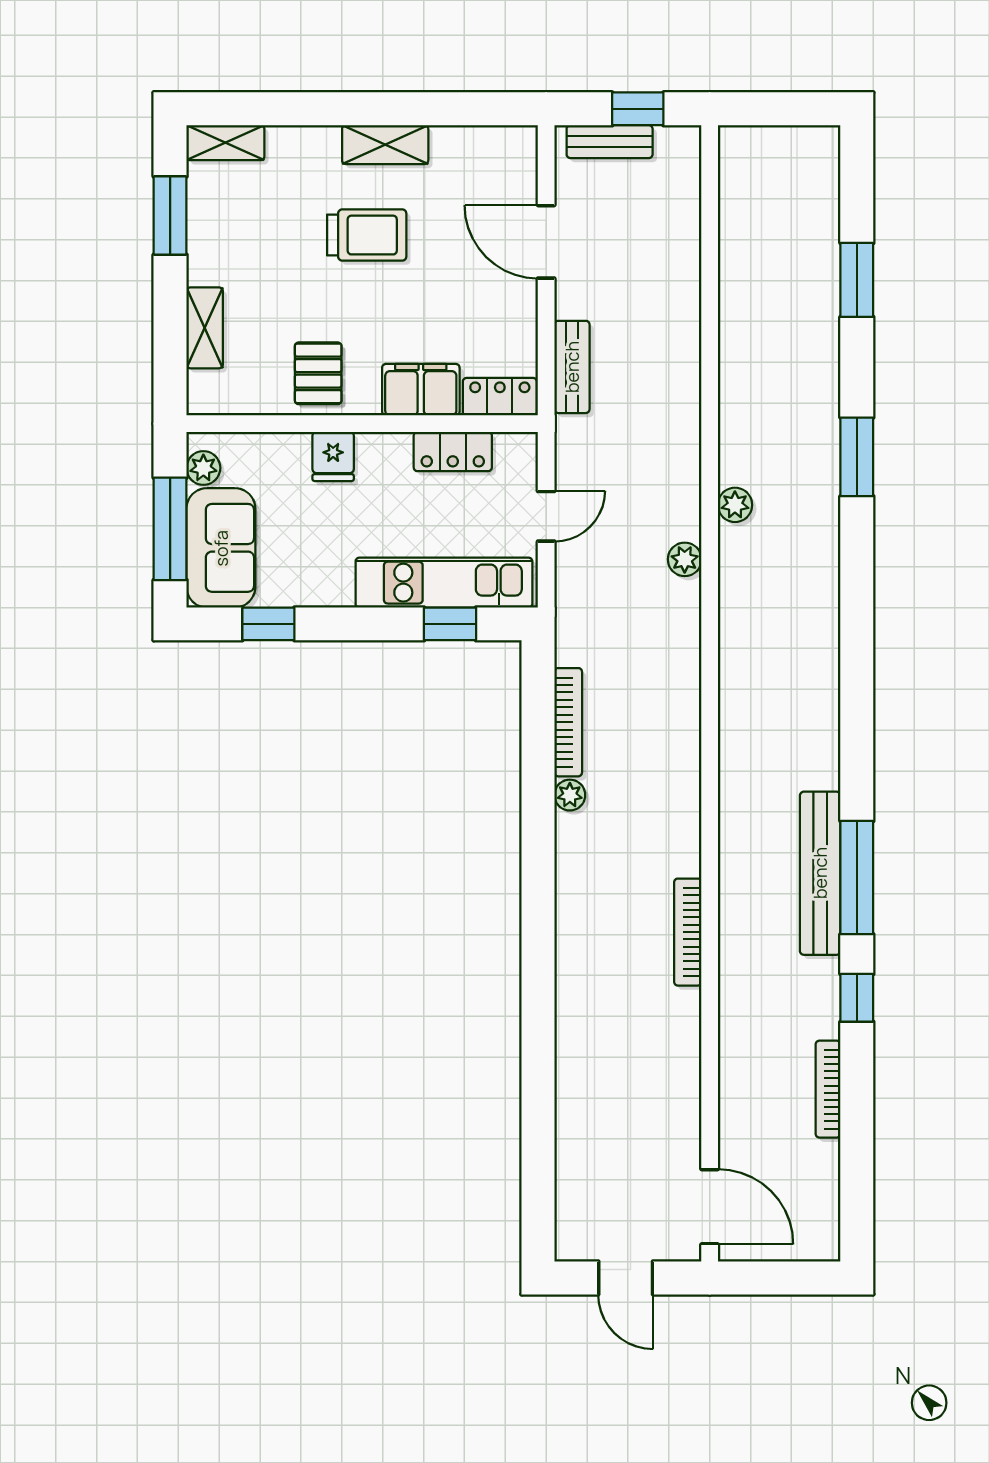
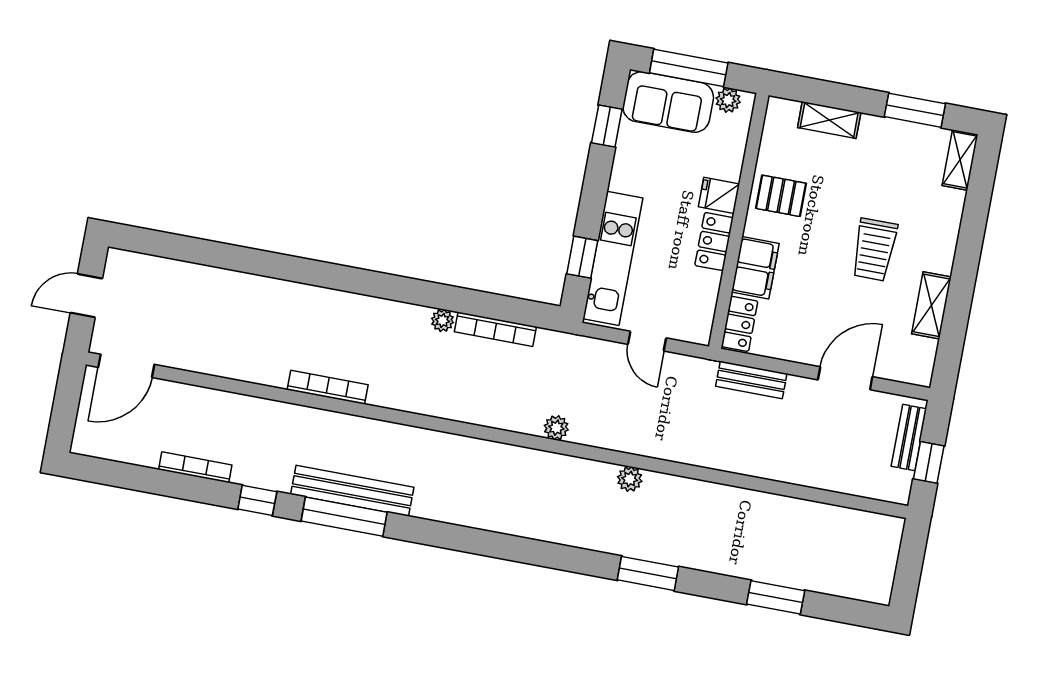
shelving: (385, 145) -> (931, 305), moved
locker: (453, 451) -> (714, 242), moved
plant: (685, 559) -> (556, 428), moved

